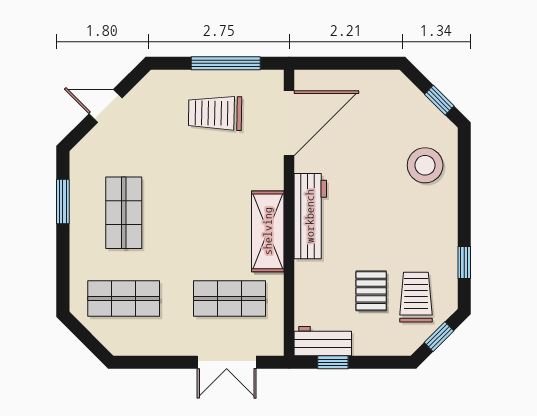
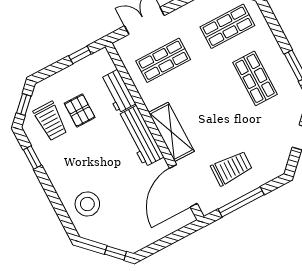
window: (439, 100) -> (115, 253), moved
shelving: (268, 231) -> (171, 132), moved
workbench: (323, 341) -> (118, 91), moved, turned 90

